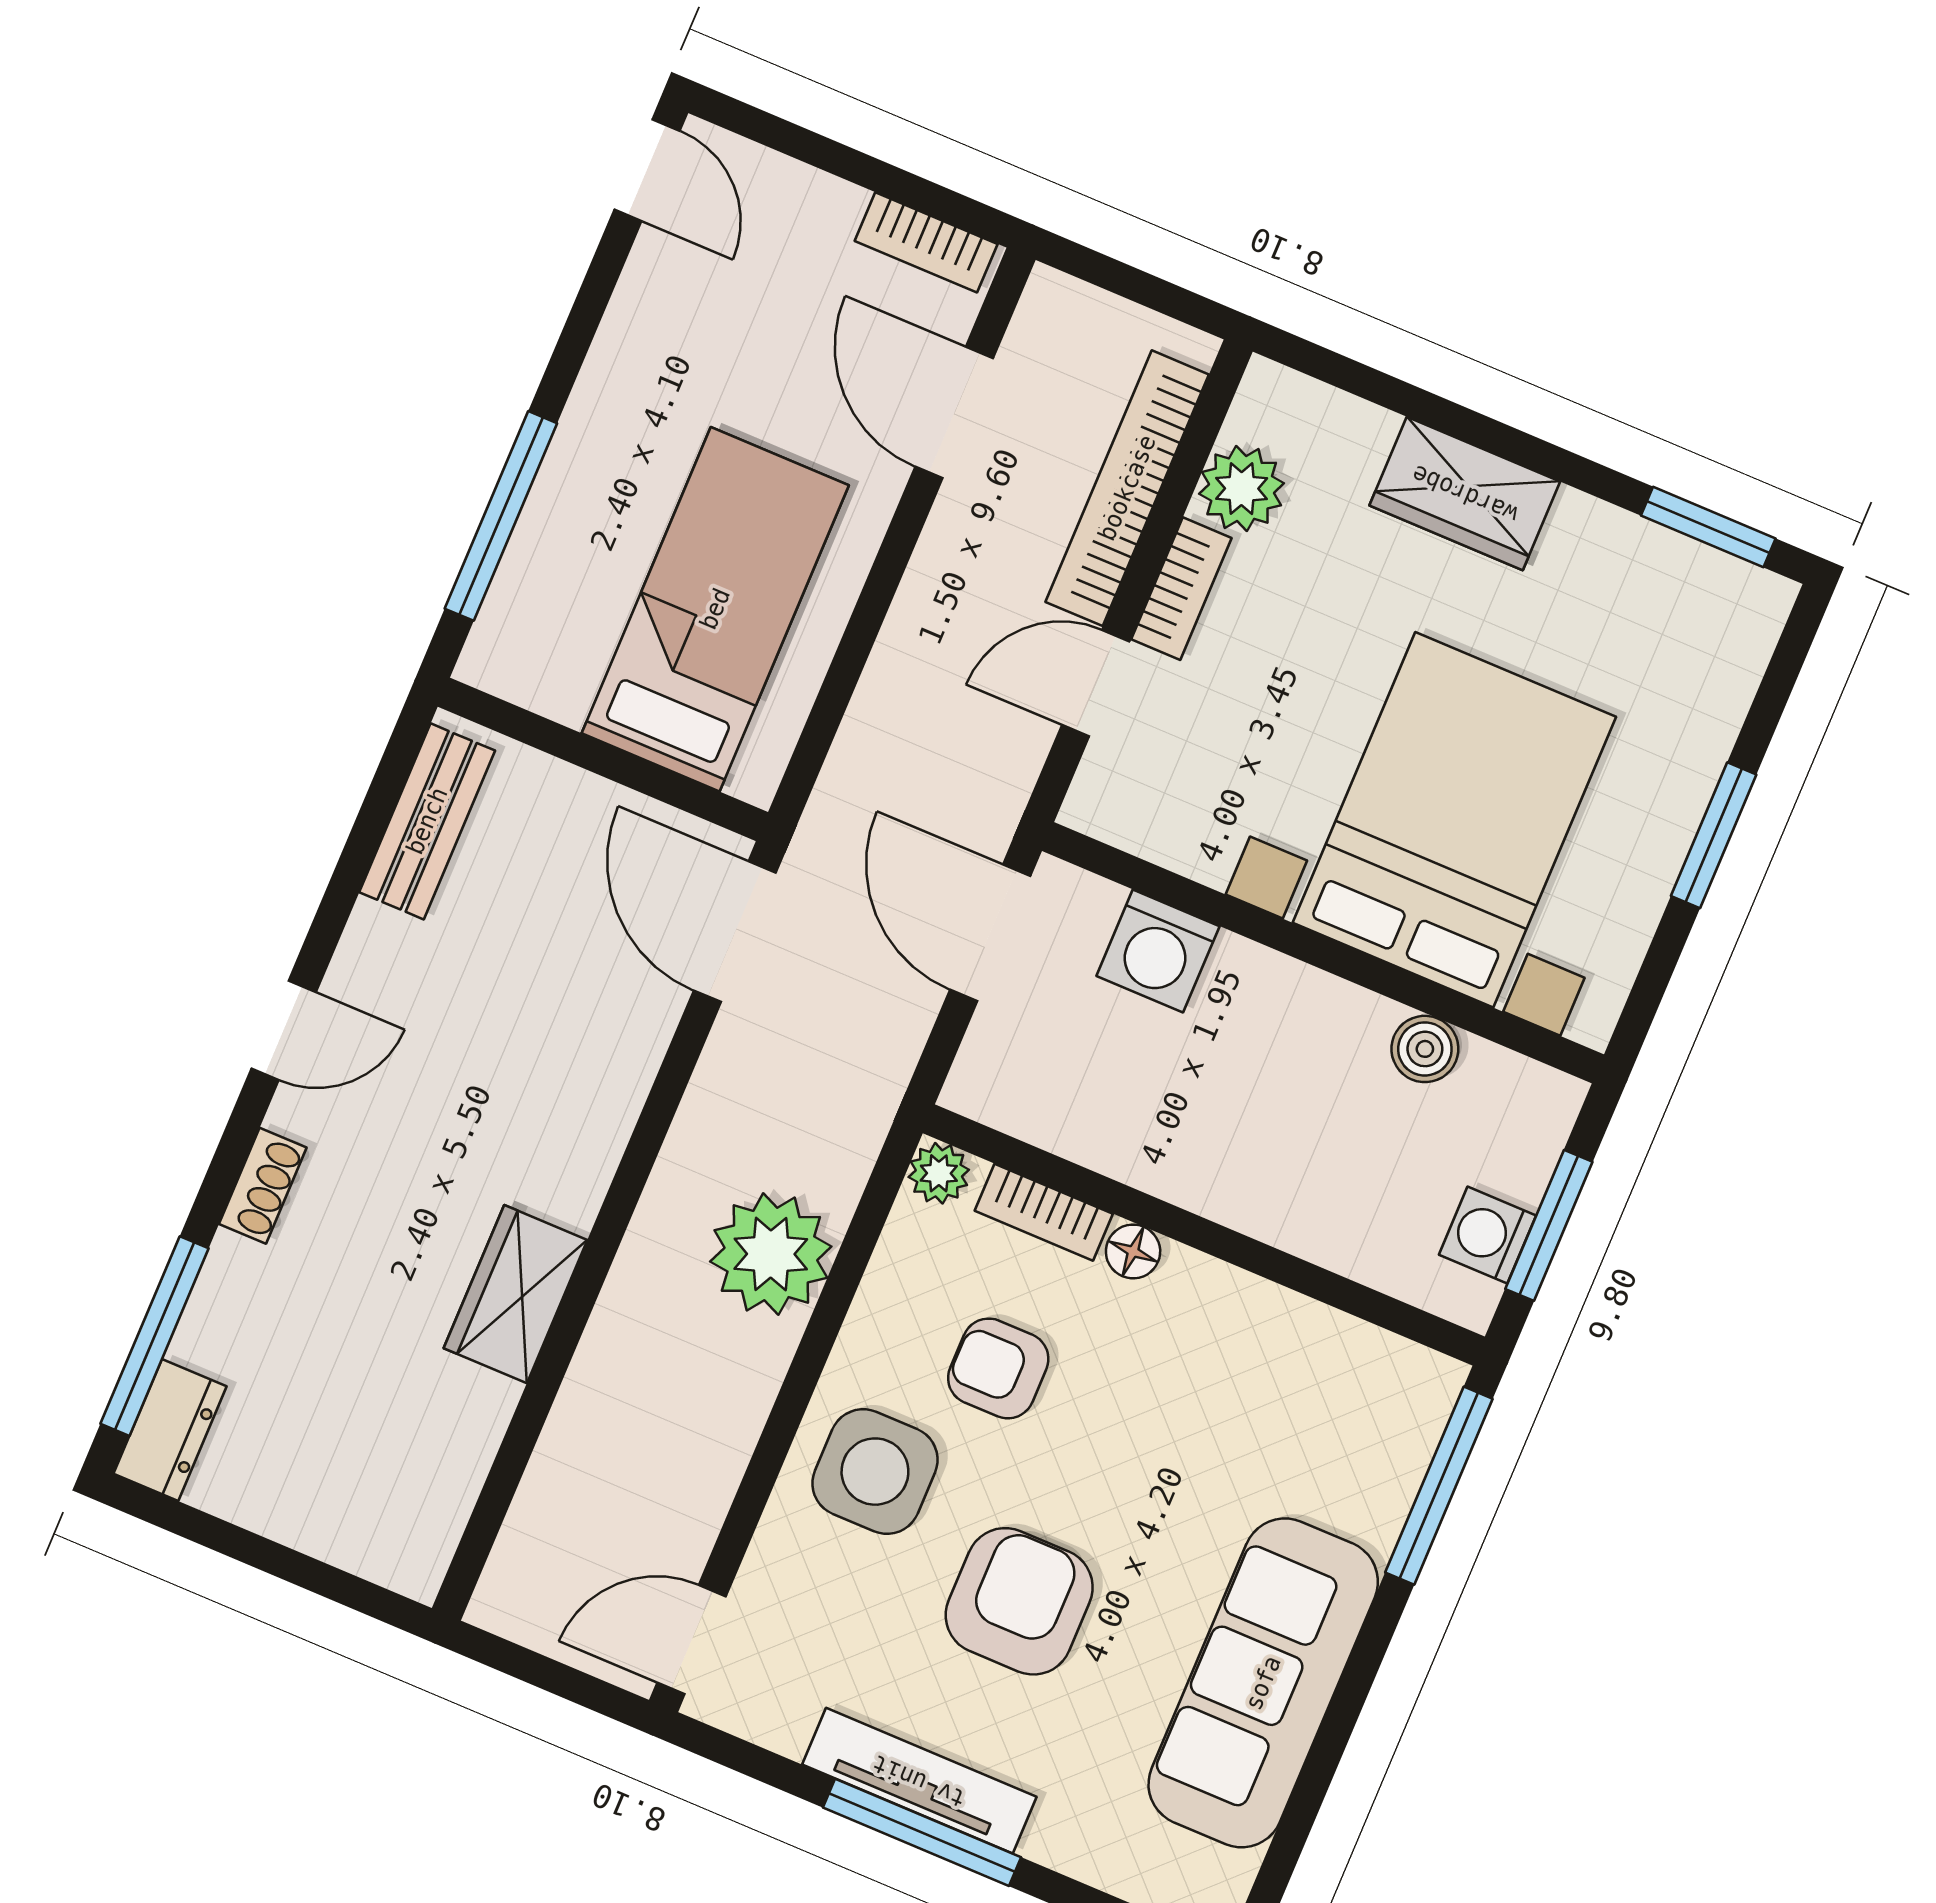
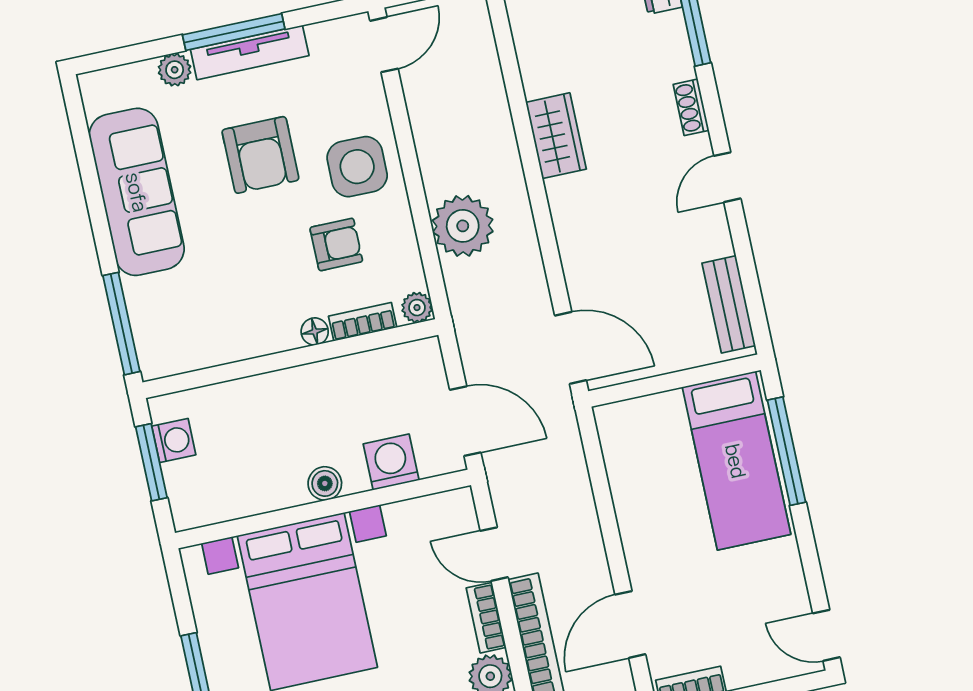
door: (954, 412) -> (630, 624), swing flipped
bed: (715, 609) -> (736, 461), moved
door: (1096, 683) -> (494, 554), swing flipped
boiler: (1425, 1049) -> (325, 483), moved
plant: (1061, 1838) -> (175, 70), added

